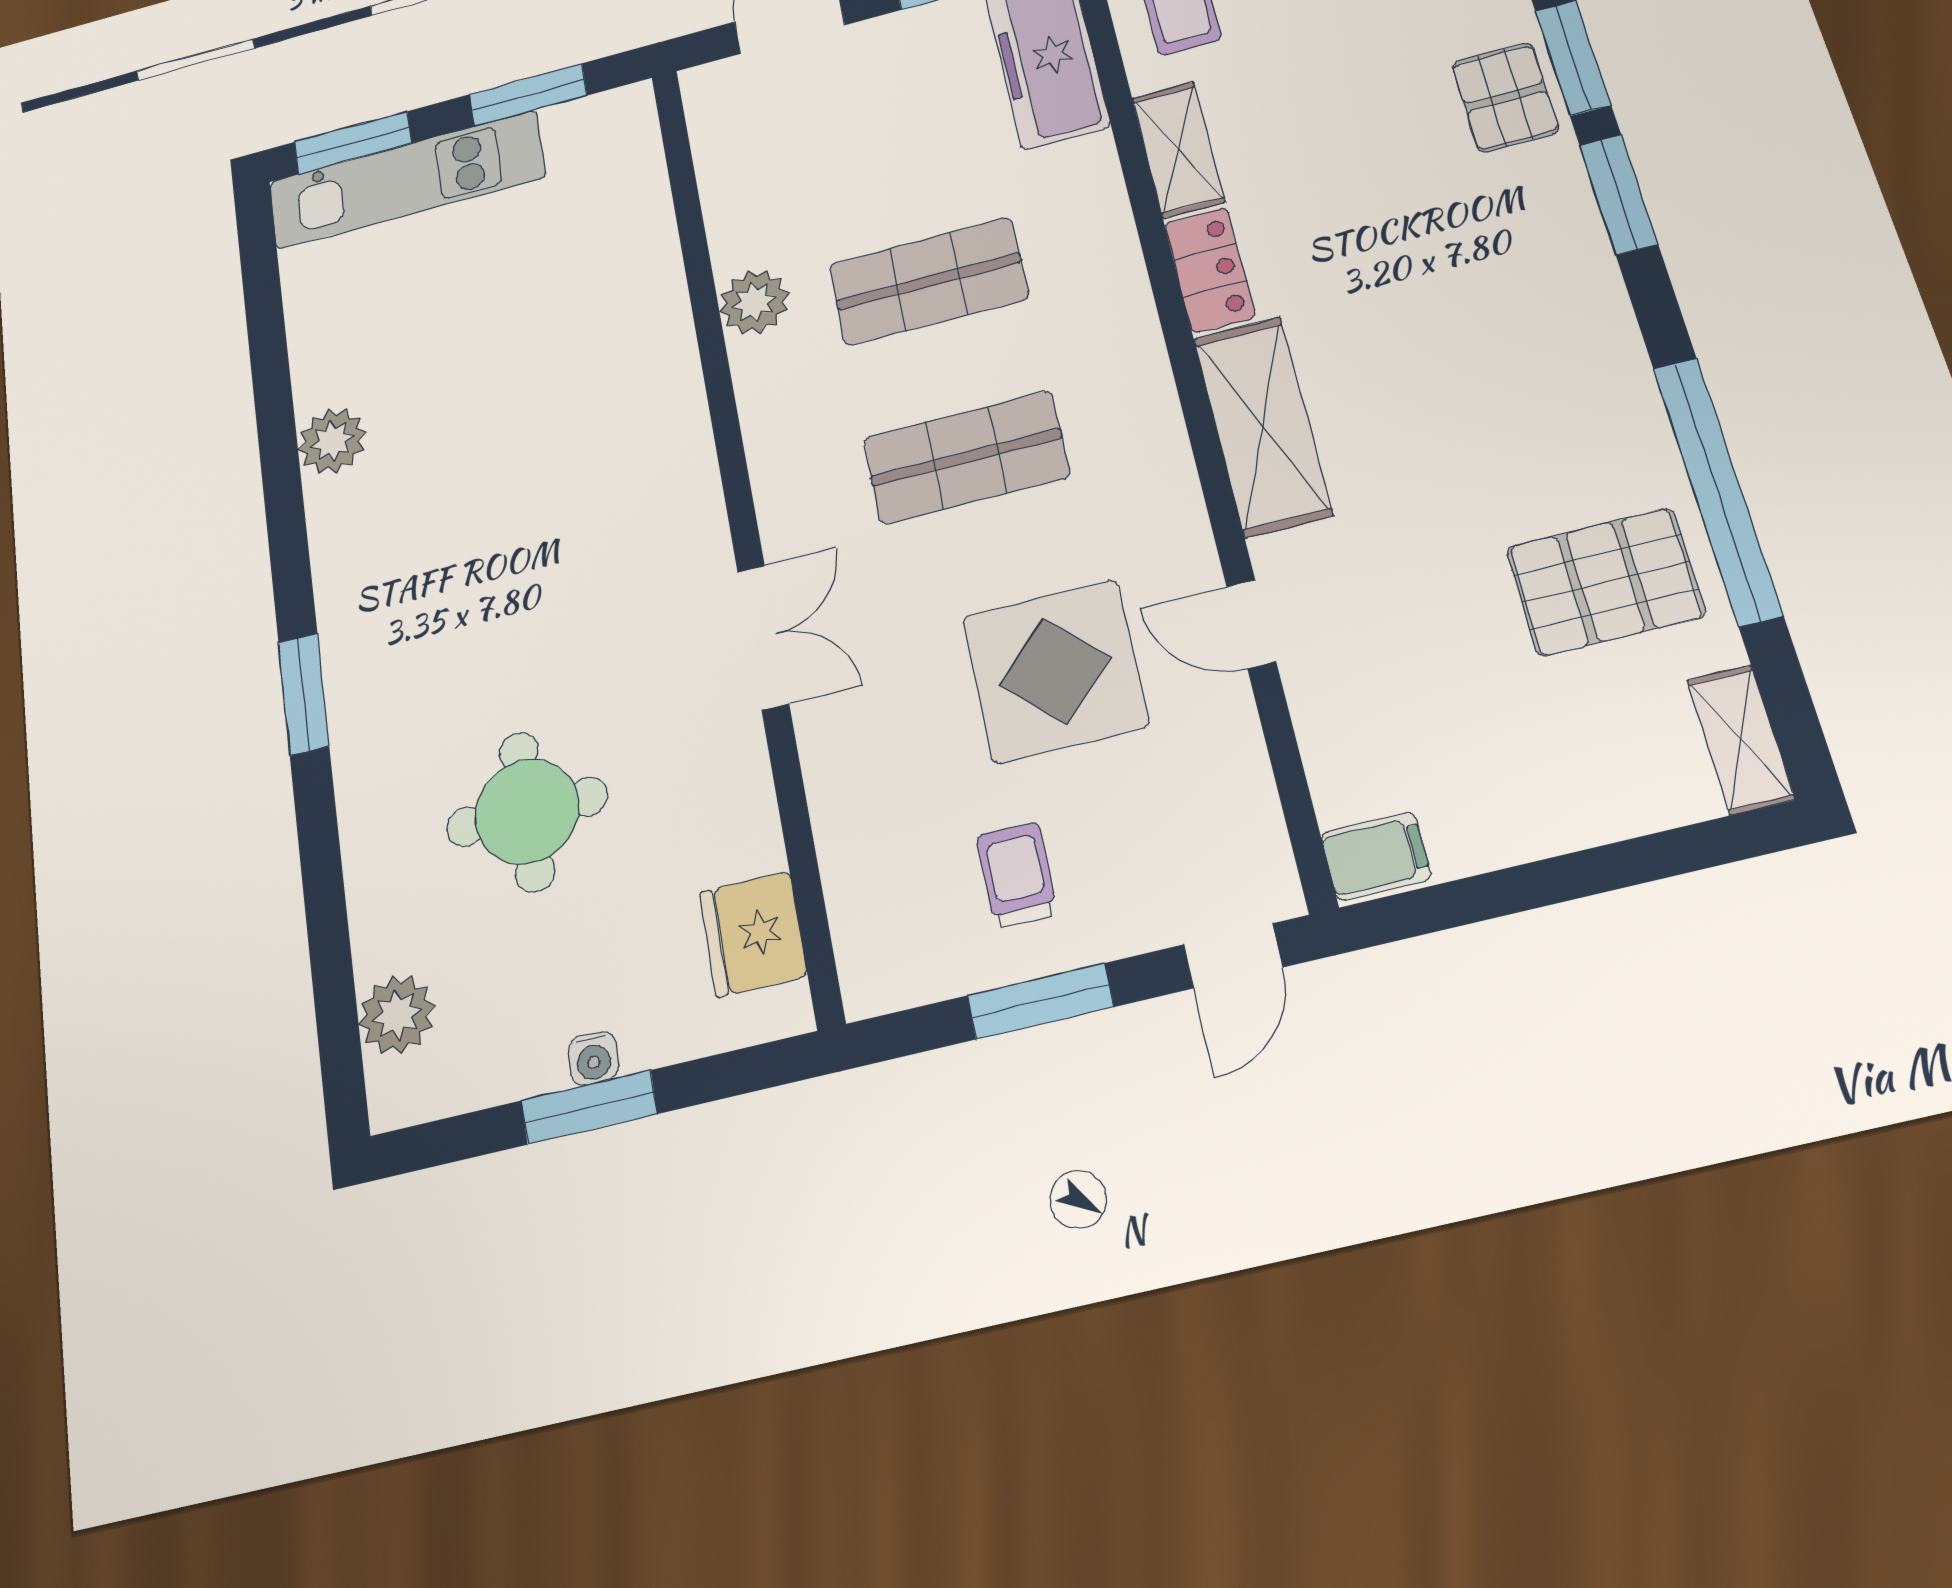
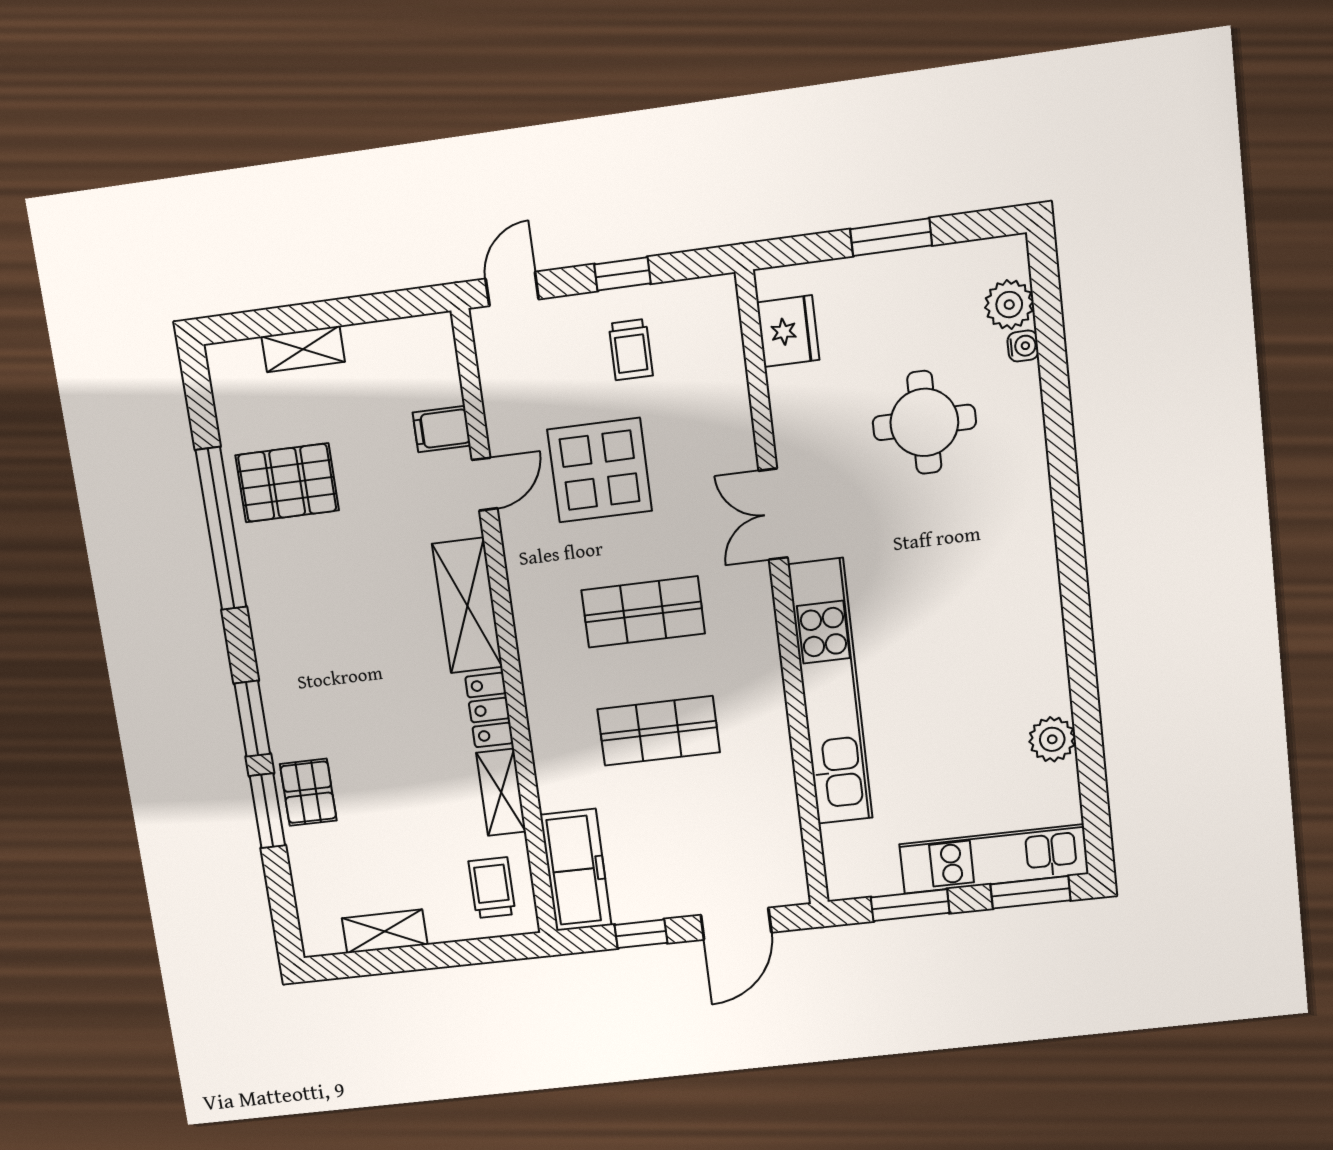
plant: (754, 302) -> (768, 735), removed
kitchen unit: (660, 380) -> (830, 692), added
plant: (332, 441) -> (1052, 739), moved
door: (1251, 624) -> (485, 484), hinge flipped
window: (304, 694) -> (1067, 516), removed
shelving: (1741, 739) -> (303, 349), moved, turned 90
filing cabinet: (1376, 856) -> (442, 429), moved
window: (1040, 1001) -> (622, 274), width x0.67
water cooler: (593, 1058) -> (1023, 346), moved, turned 90

